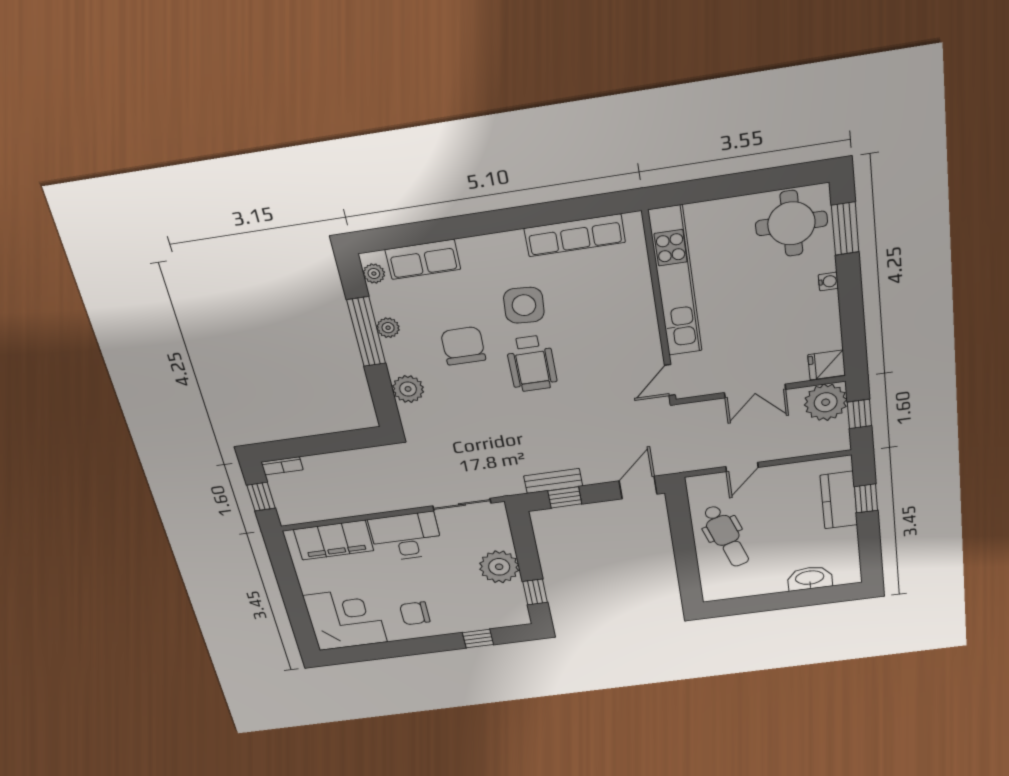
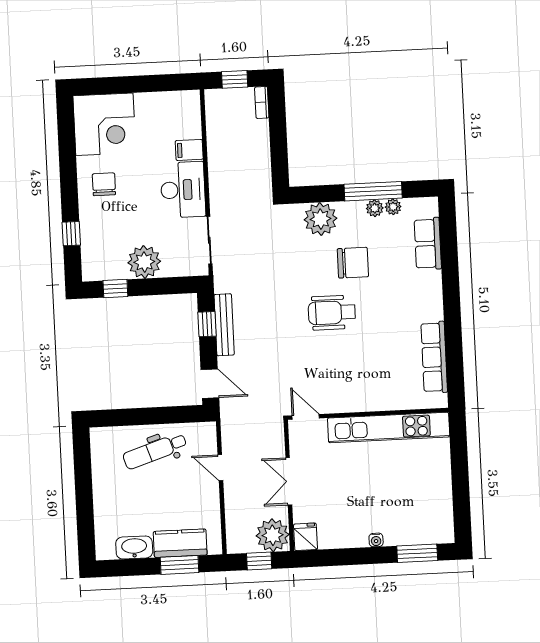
round table: (791, 223) -> (426, 515), removed
plant: (374, 274) -> (393, 207), moved
side table: (524, 305) -> (382, 313), removed
plant: (408, 389) -> (321, 219), width x1.36, depth x1.36
bench: (553, 481) -> (224, 325), width x1.36
window: (866, 498) -> (179, 565), width x1.50
filing cabinet: (334, 540) -> (189, 150), width x0.33, depth x0.86
washbasin: (810, 578) -> (134, 548), moved, turned -90

